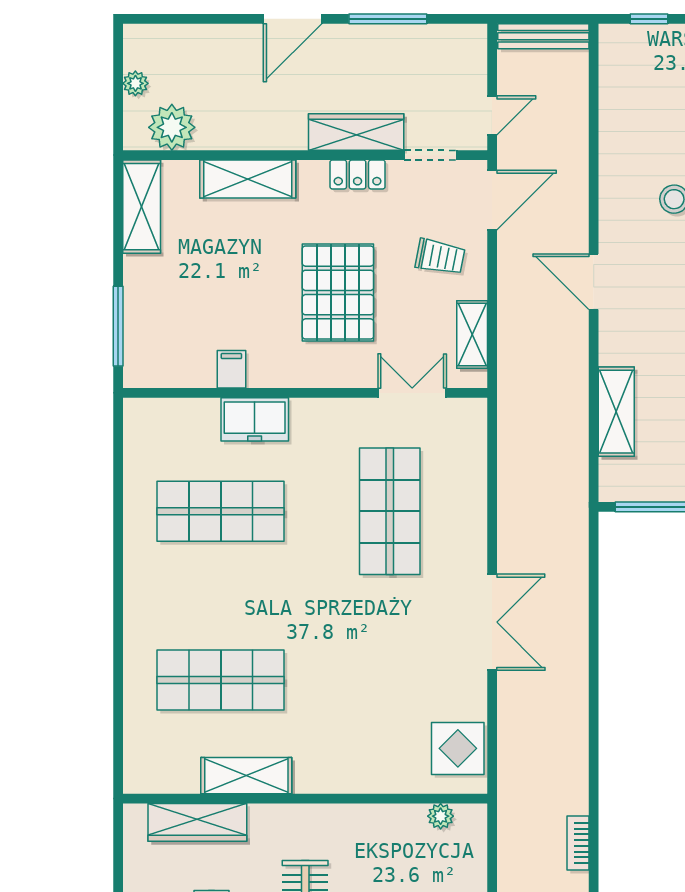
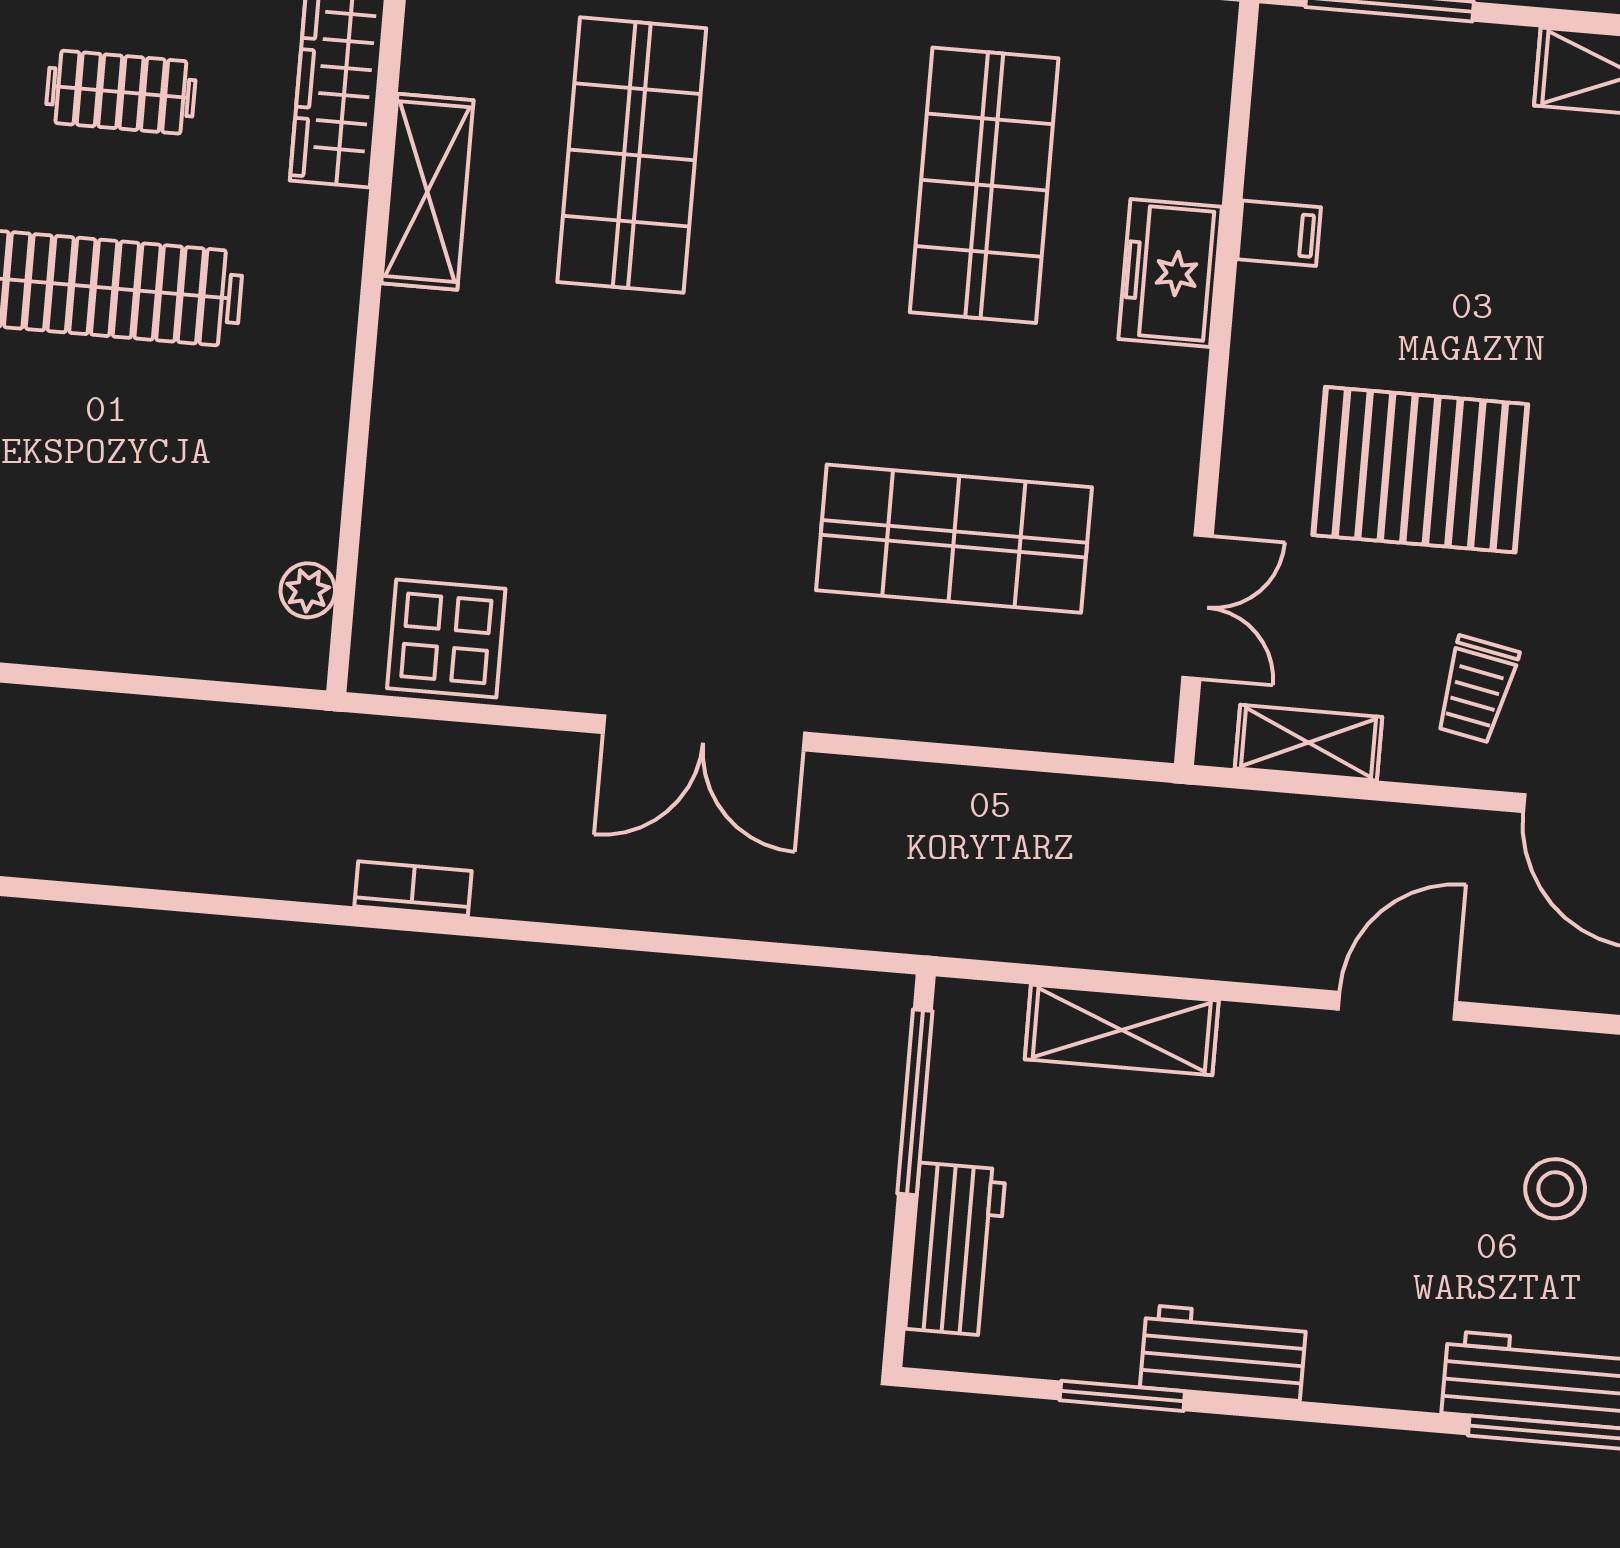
bookcase: (578, 843) -> (413, 889), moved

